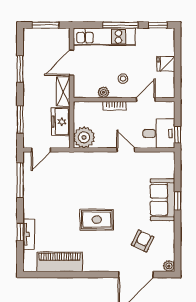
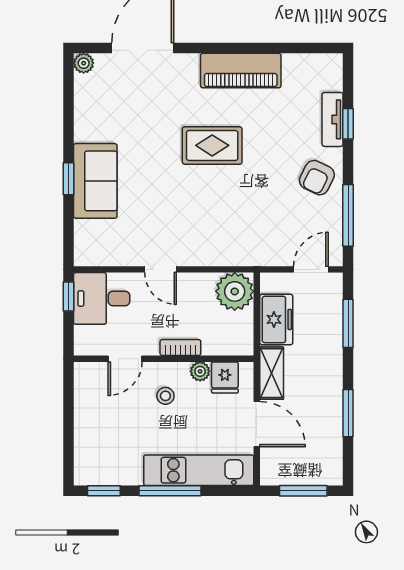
door: (72, 63) -> (257, 424), hinge flipped
fridge: (166, 64) -> (225, 377), moved, turned 90
armchair: (143, 241) -> (317, 178), moved
piano: (60, 262) -> (241, 71), moved

